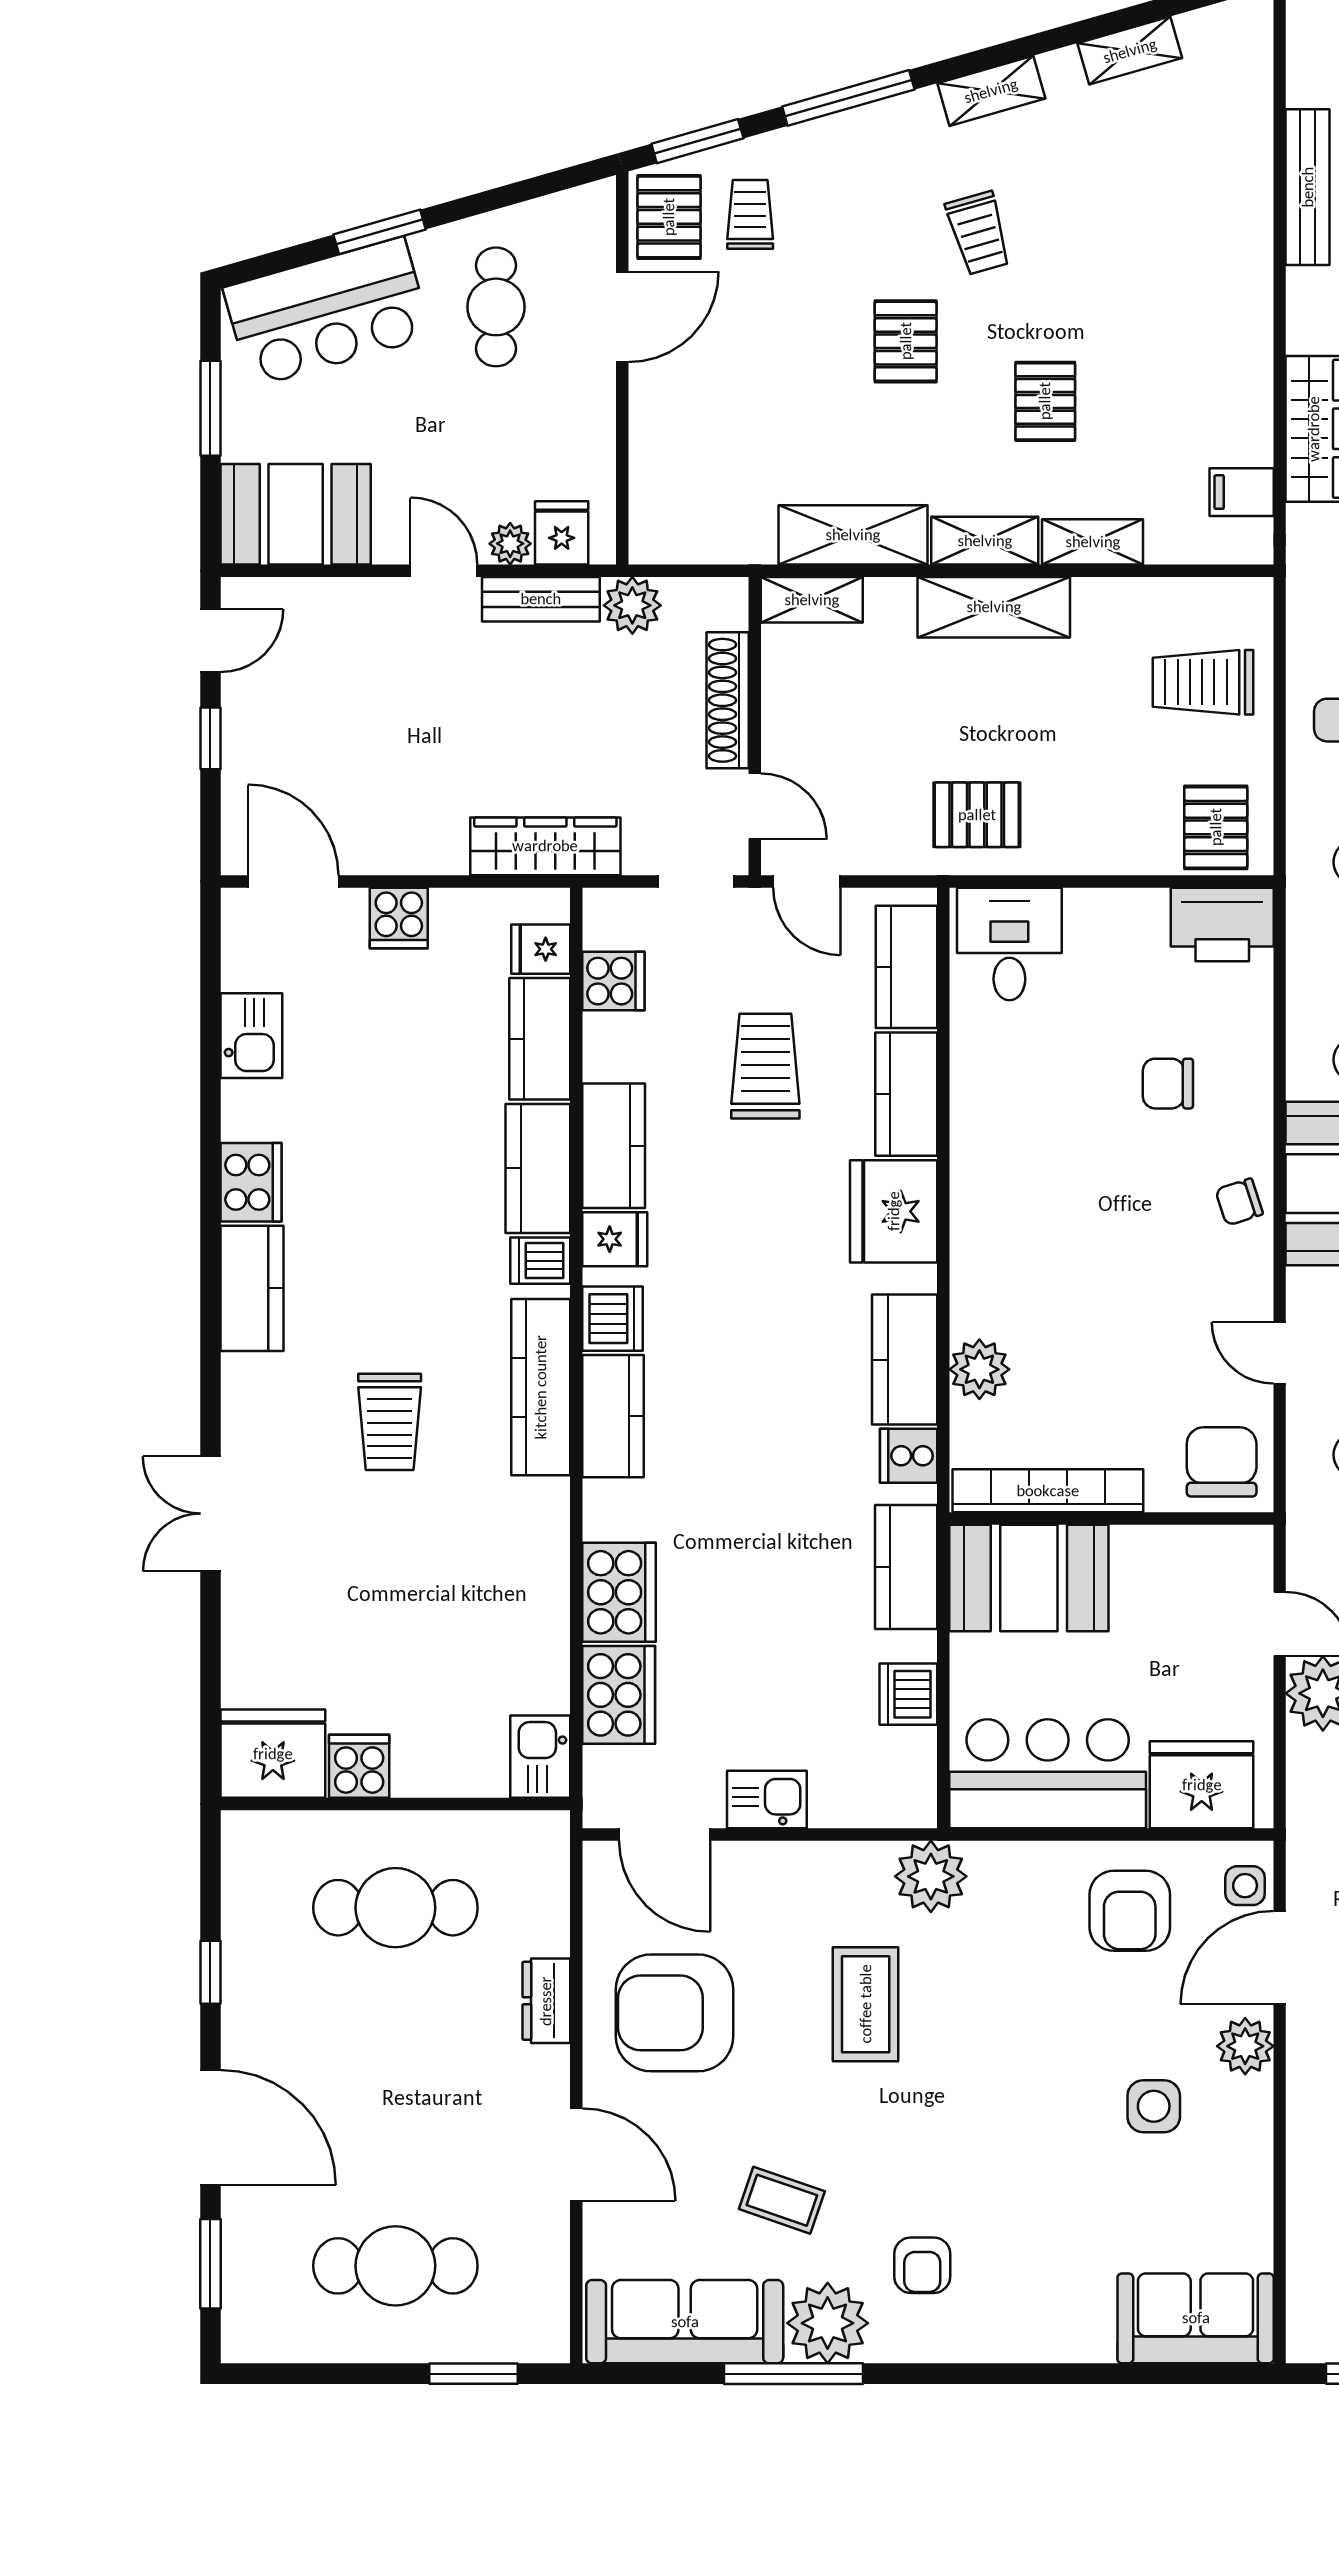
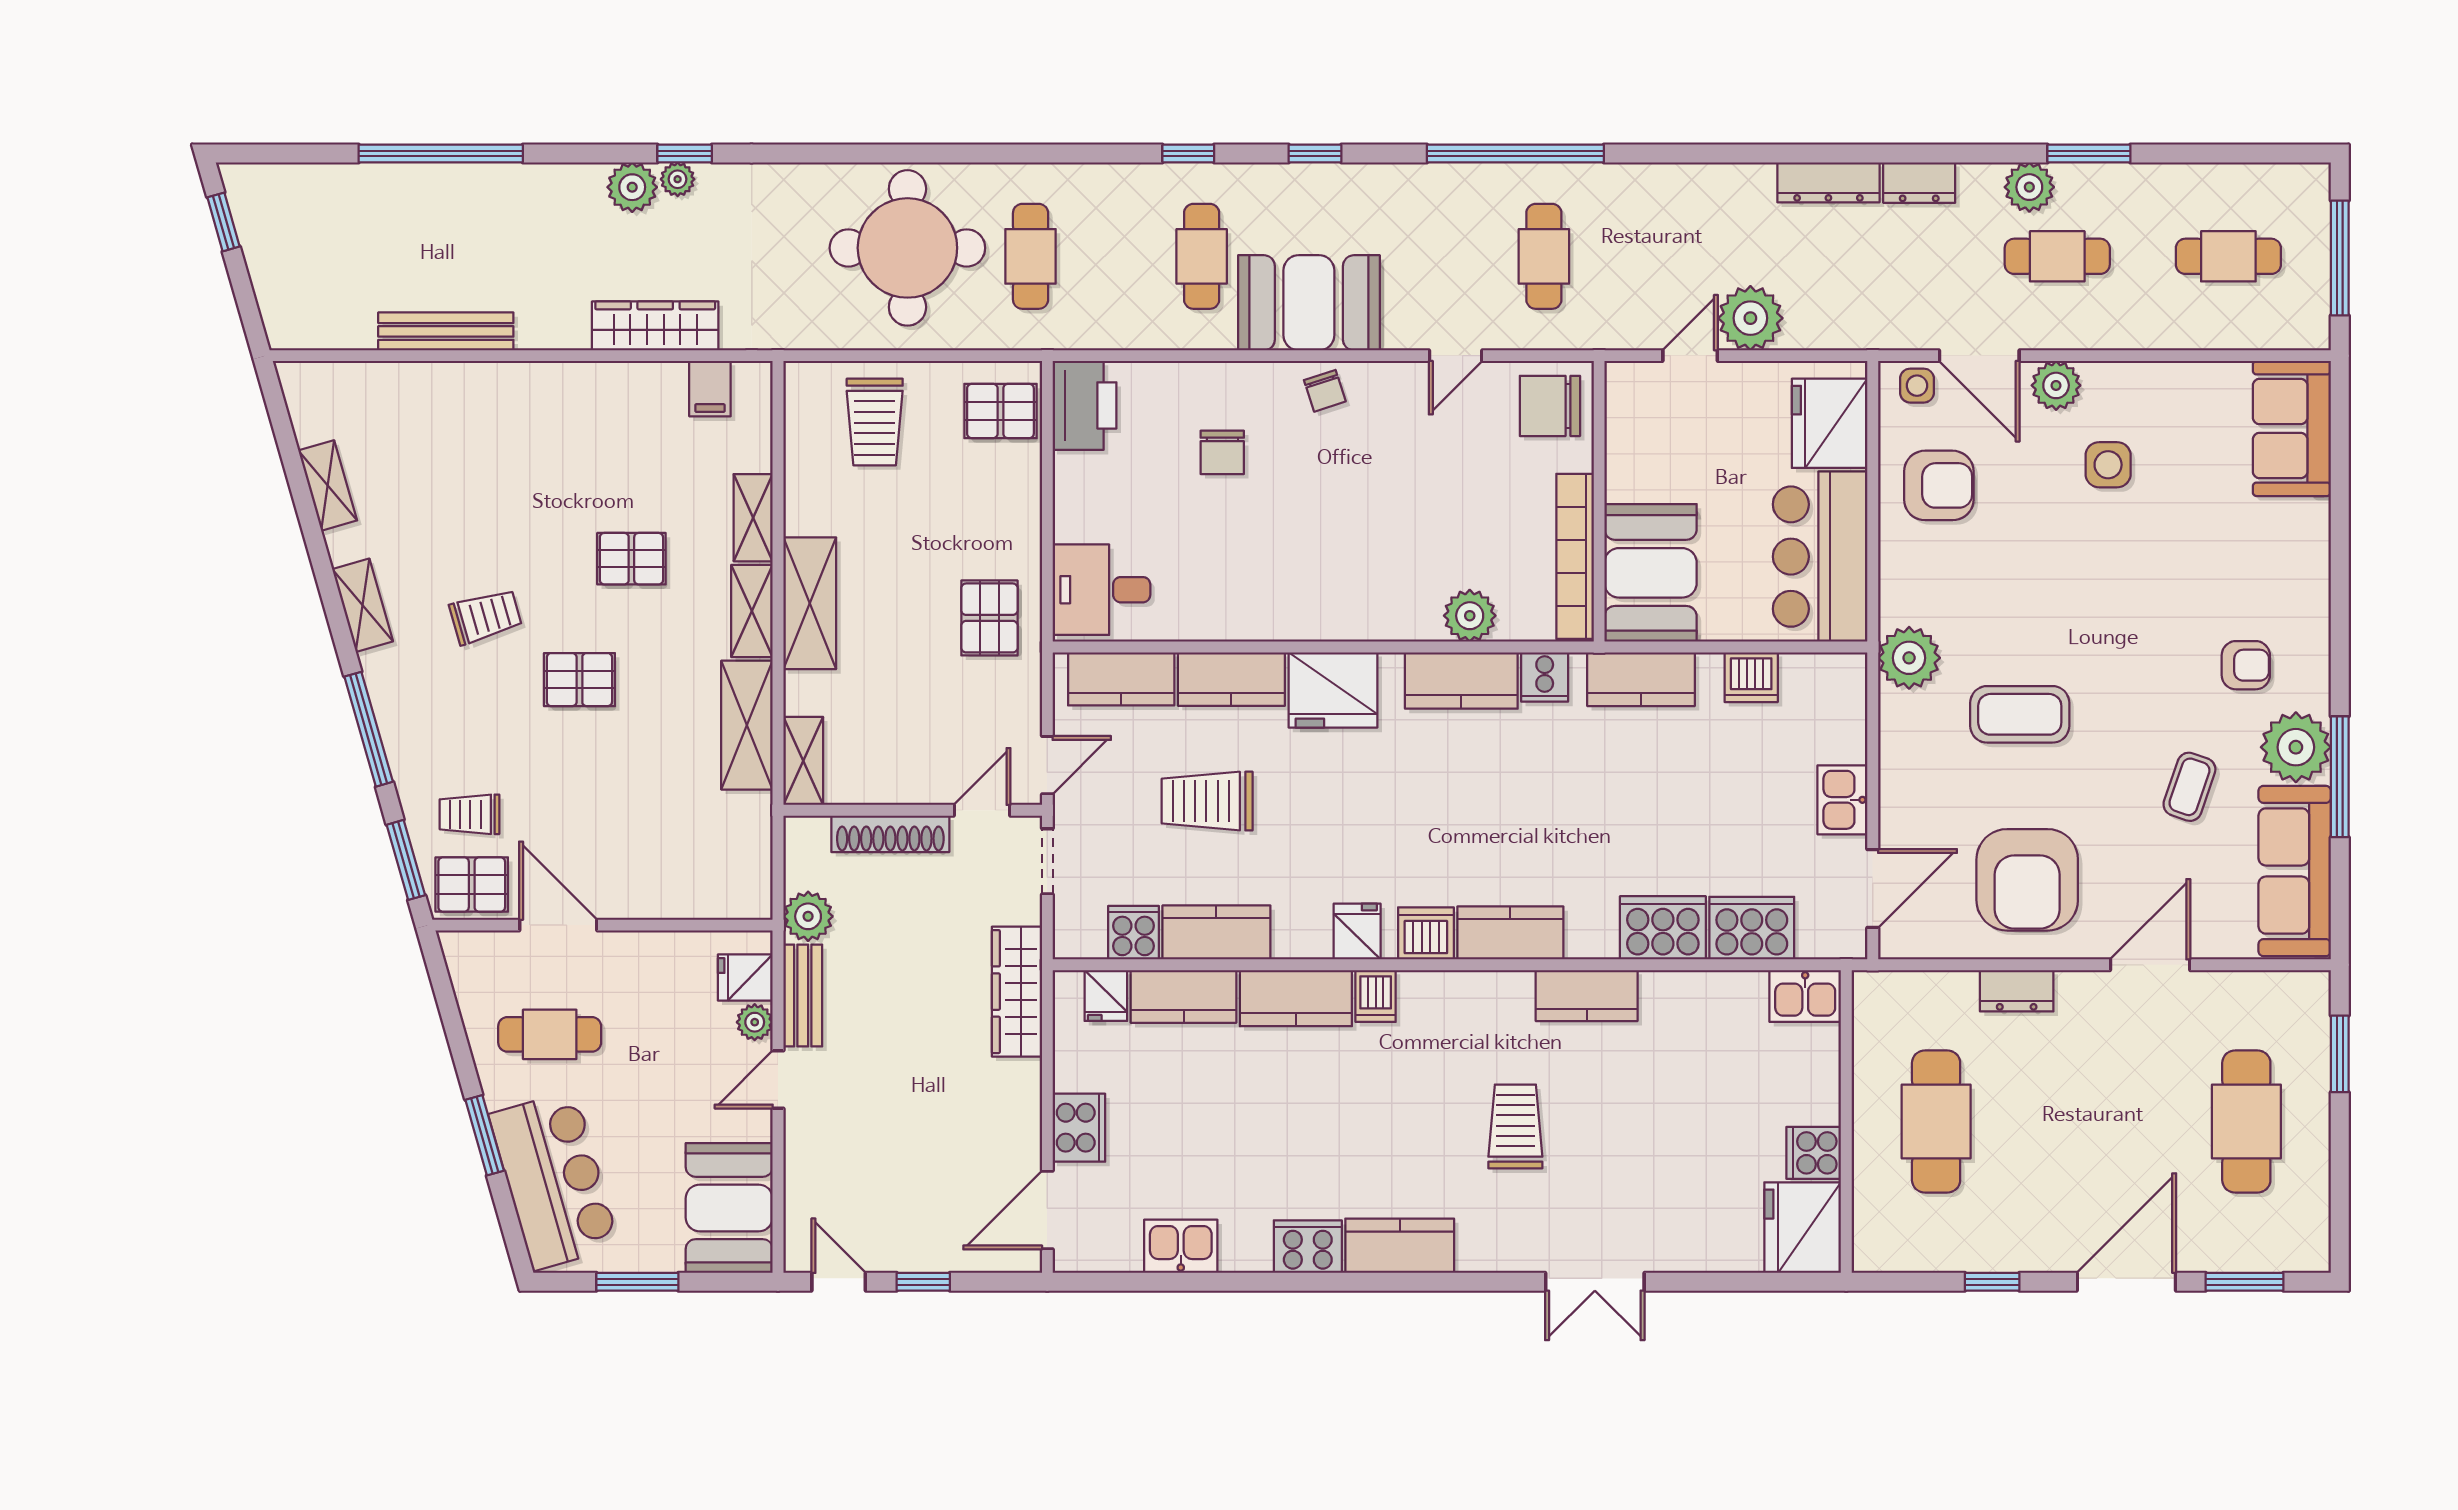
cooker: (399, 918) -> (1079, 1128), width x1.36
kitchen counter: (614, 1146) -> (1216, 932), moved
kitchen counter: (541, 1387) -> (1587, 996), moved, width x0.67
trolley: (390, 1422) -> (1515, 1126), turned -90

